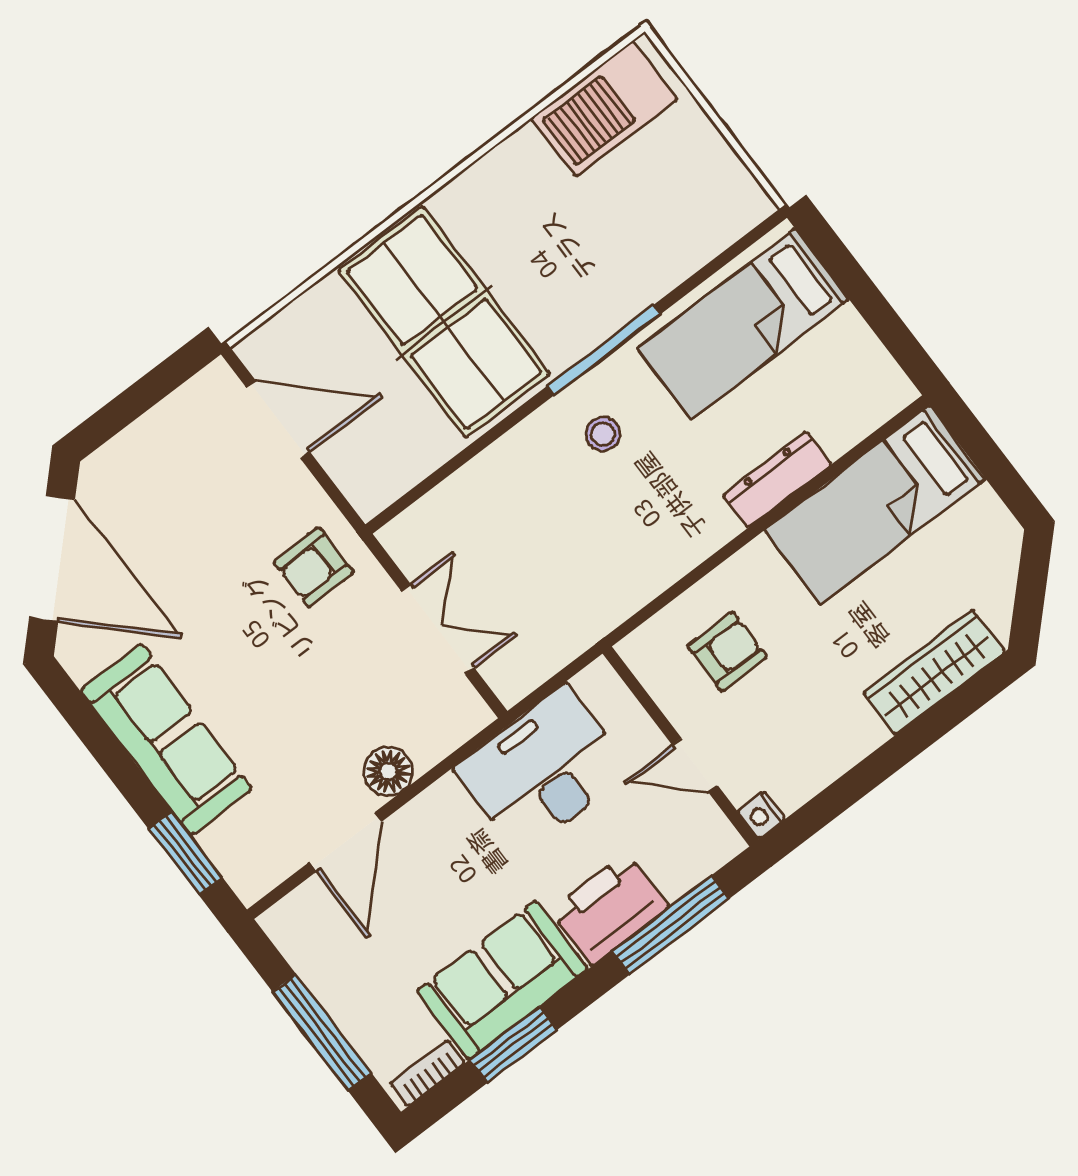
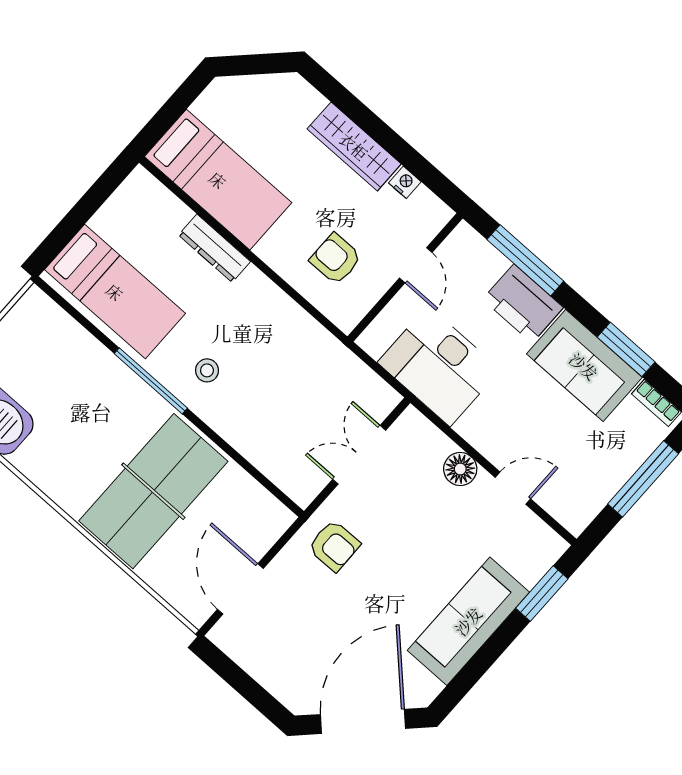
wardrobe: (934, 672) -> (354, 146), moved
nightstand: (761, 815) -> (405, 182), moved, turned -90
door: (346, 842) -> (513, 488), width x0.73

